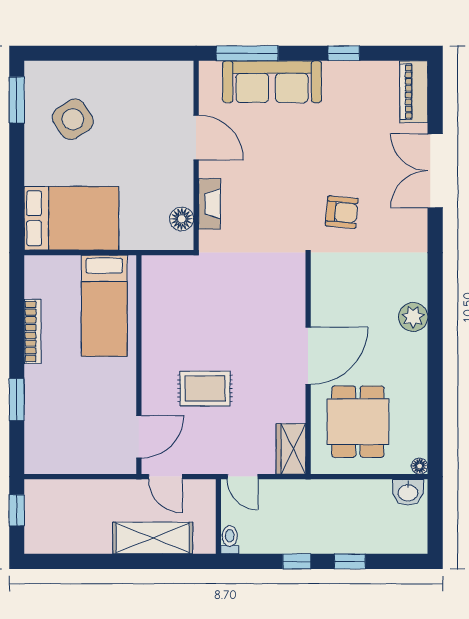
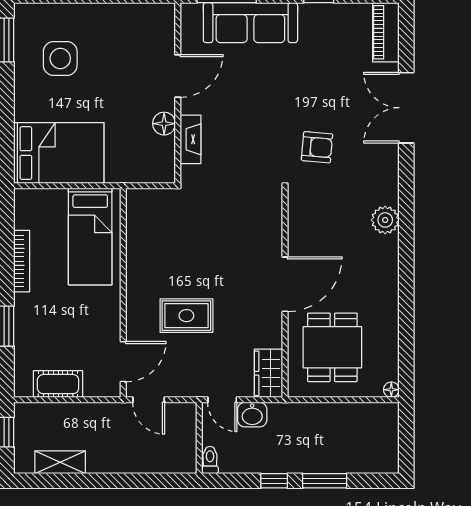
side table: (73, 119) -> (60, 59), turned 33
door: (196, 138) -> (178, 76), hinge flipped
floor lamp: (182, 219) -> (164, 124), moved
plant: (413, 317) -> (385, 220), moved
cot: (71, 460) -> (58, 384), added
washbasin: (408, 492) -> (252, 415), moved
shelving: (153, 538) -> (60, 462), moved, width x0.67, depth x0.75
window: (350, 561) -> (325, 481), width x1.50

